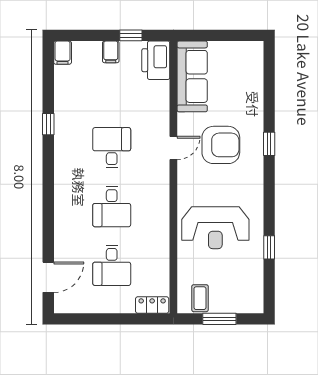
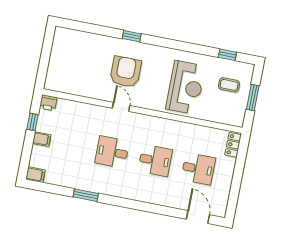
printer: (156, 60) -> (48, 103), width x0.53, depth x0.68
sofa: (192, 76) -> (71, 83), removed
window: (48, 124) -> (86, 195), width x1.50
window: (269, 247) -> (227, 55), moved
coffee table: (200, 298) -> (229, 85), moved

